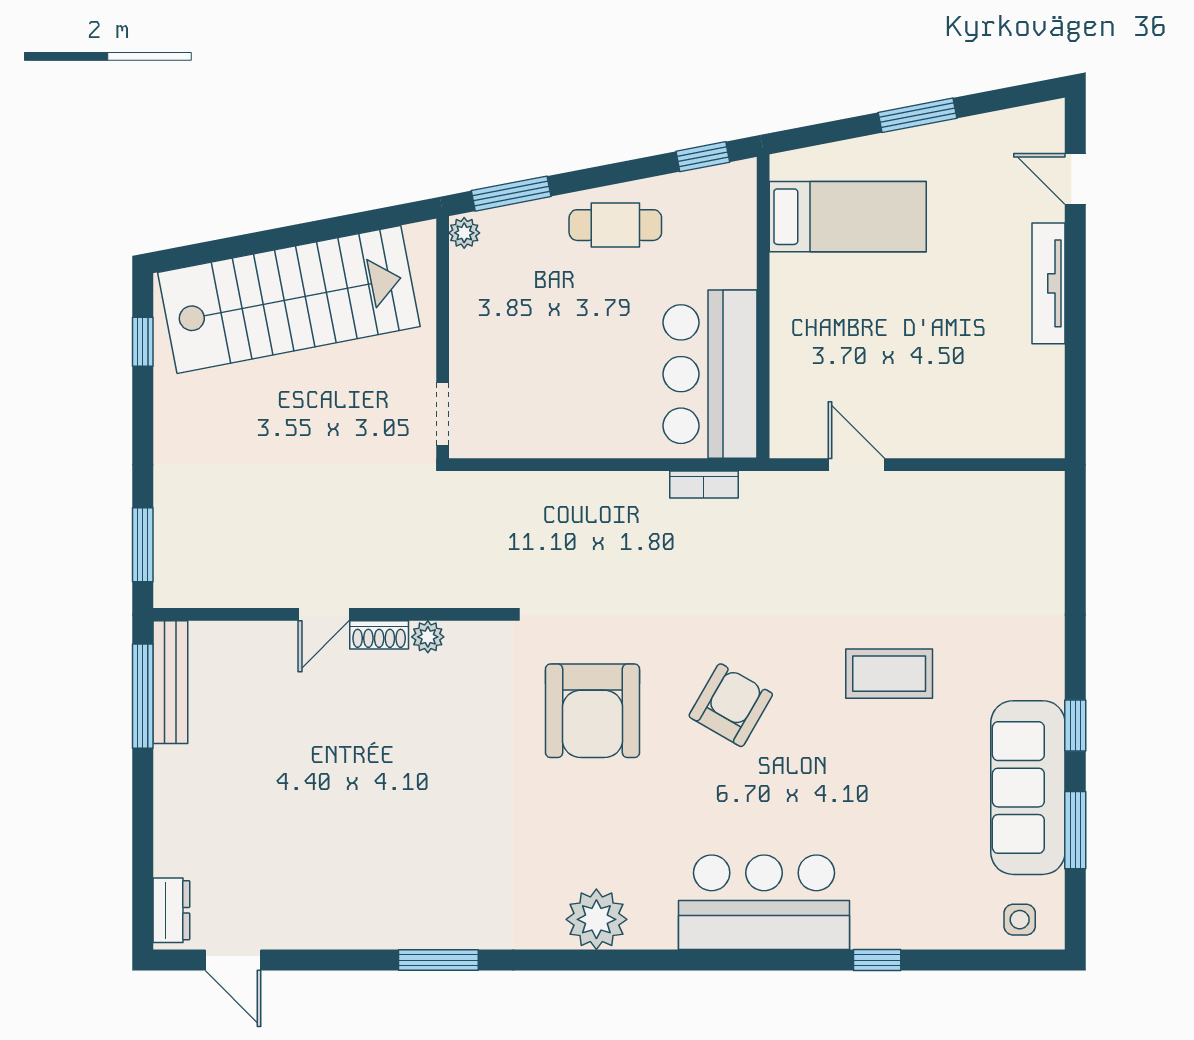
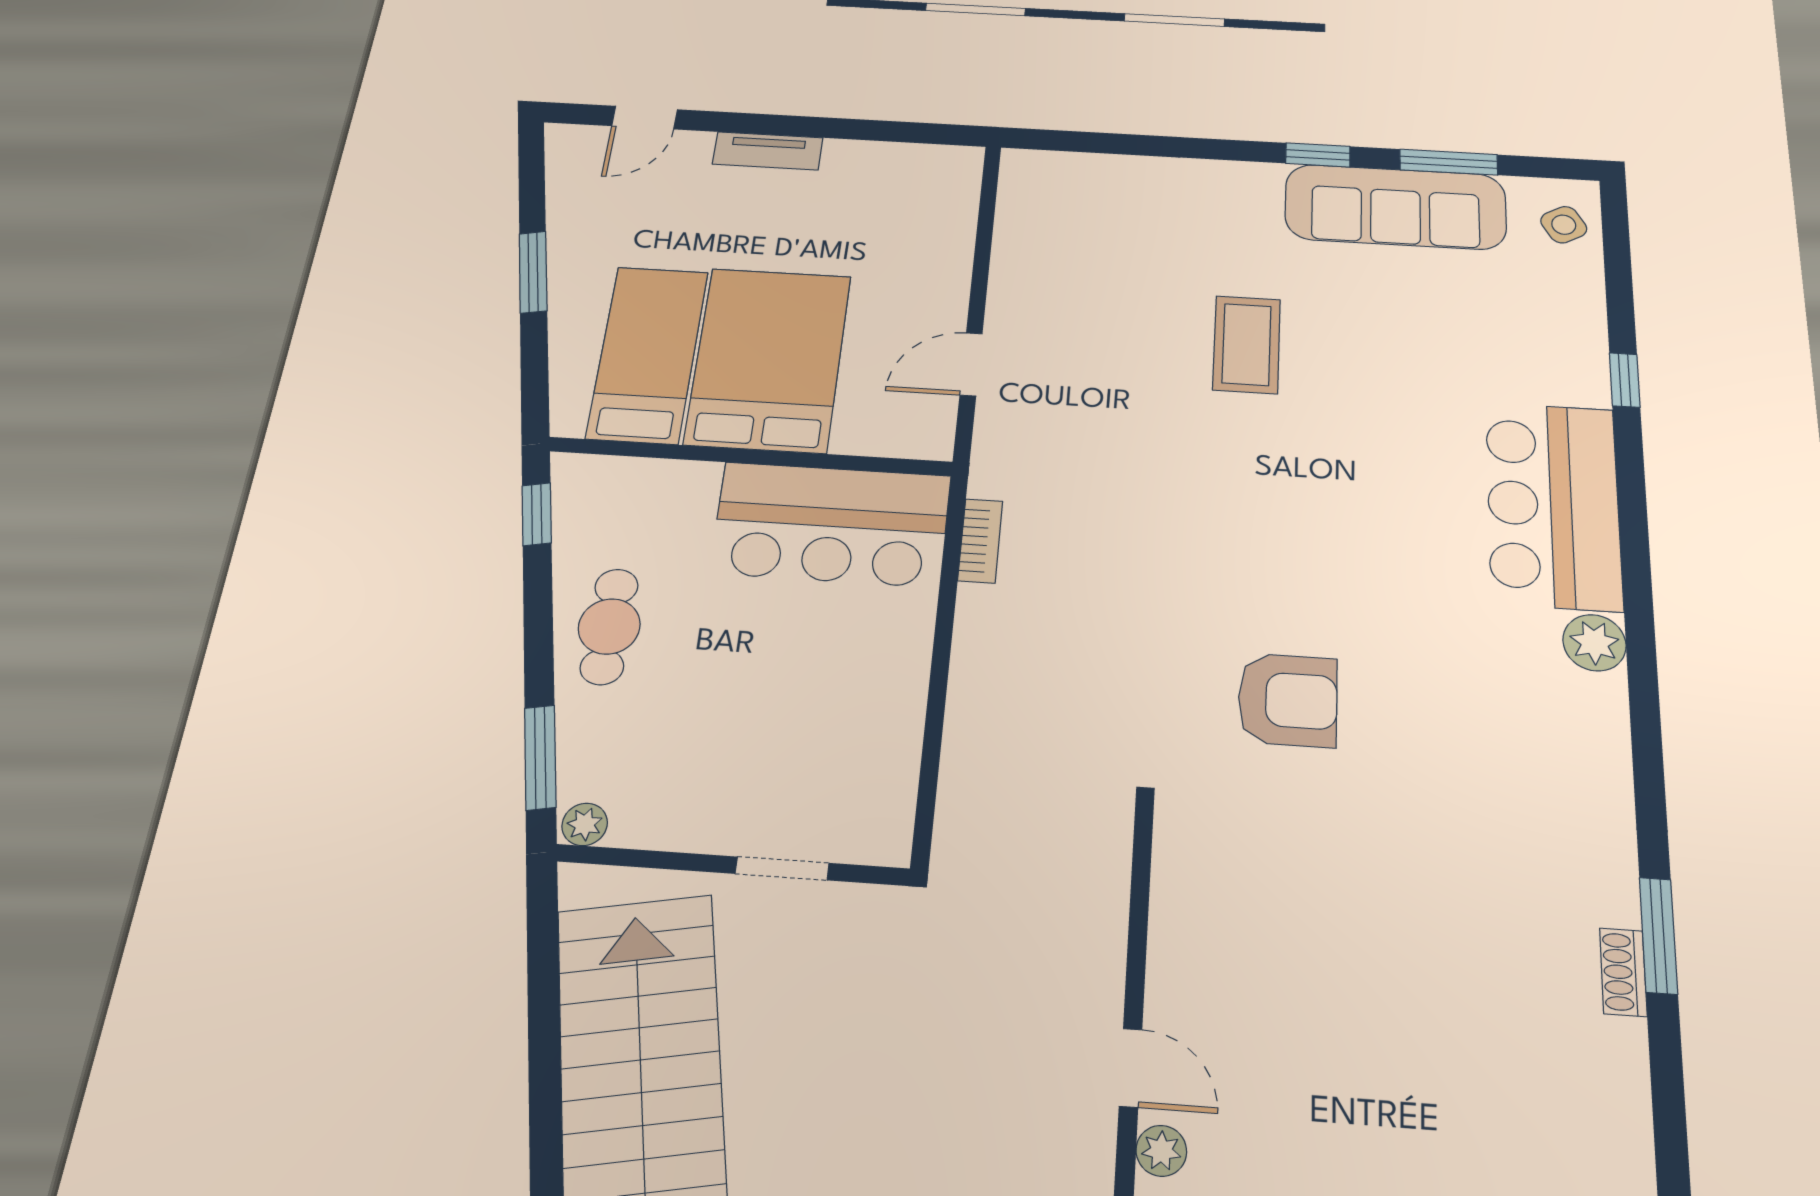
tv unit: (1049, 283) -> (768, 151), width x0.71
bed: (850, 310) -> (768, 359), added
doorway: (443, 414) -> (782, 868), moved
shoe rack: (379, 635) -> (1623, 972), moved, turned 180
plant: (428, 637) -> (1161, 1151), moved
armchair: (731, 705) -> (1284, 528), removed
armchair: (593, 711) -> (1288, 700), width x0.73, depth x0.73
plant: (596, 919) -> (1594, 643), moved, width x0.73, depth x0.73
side table: (1020, 920) -> (1564, 225), turned -30

